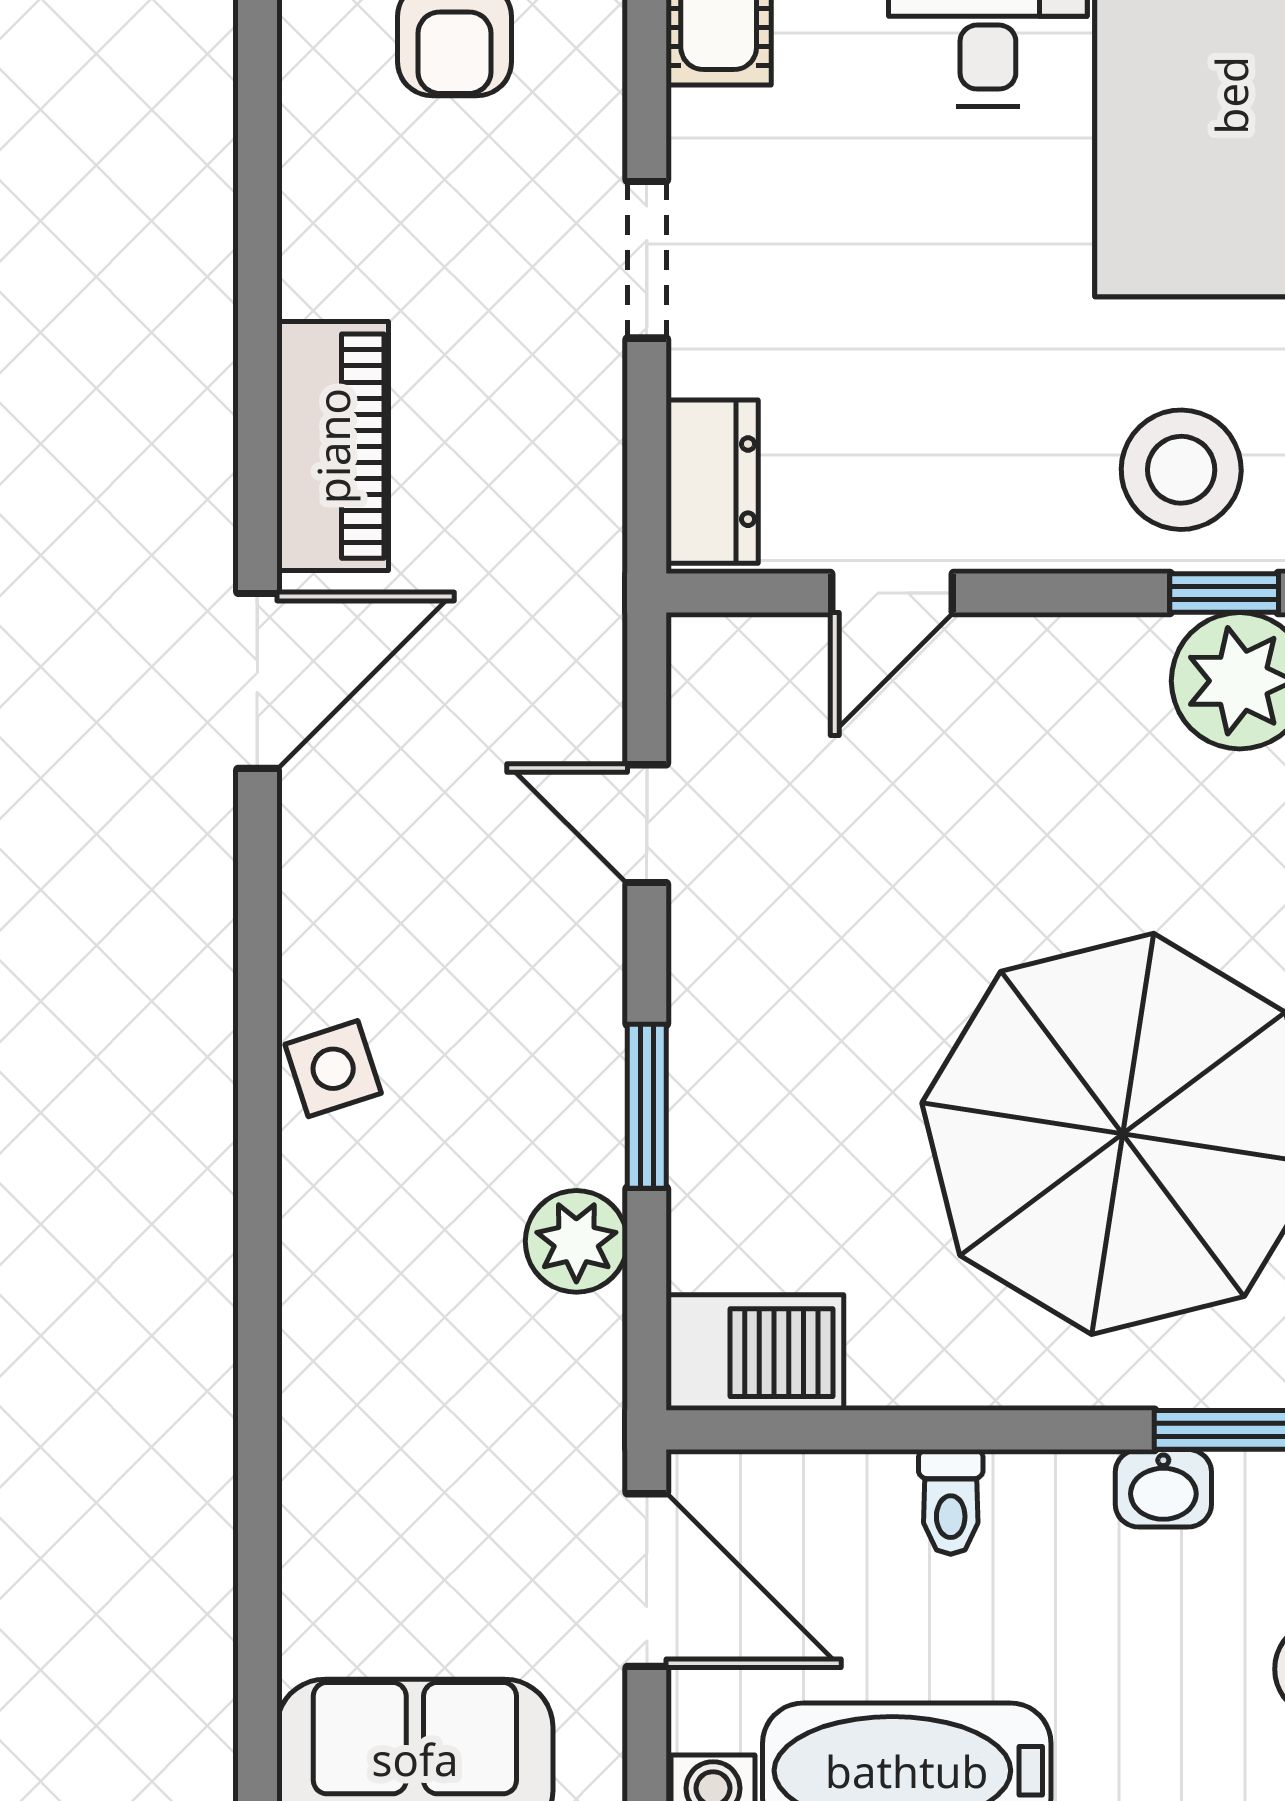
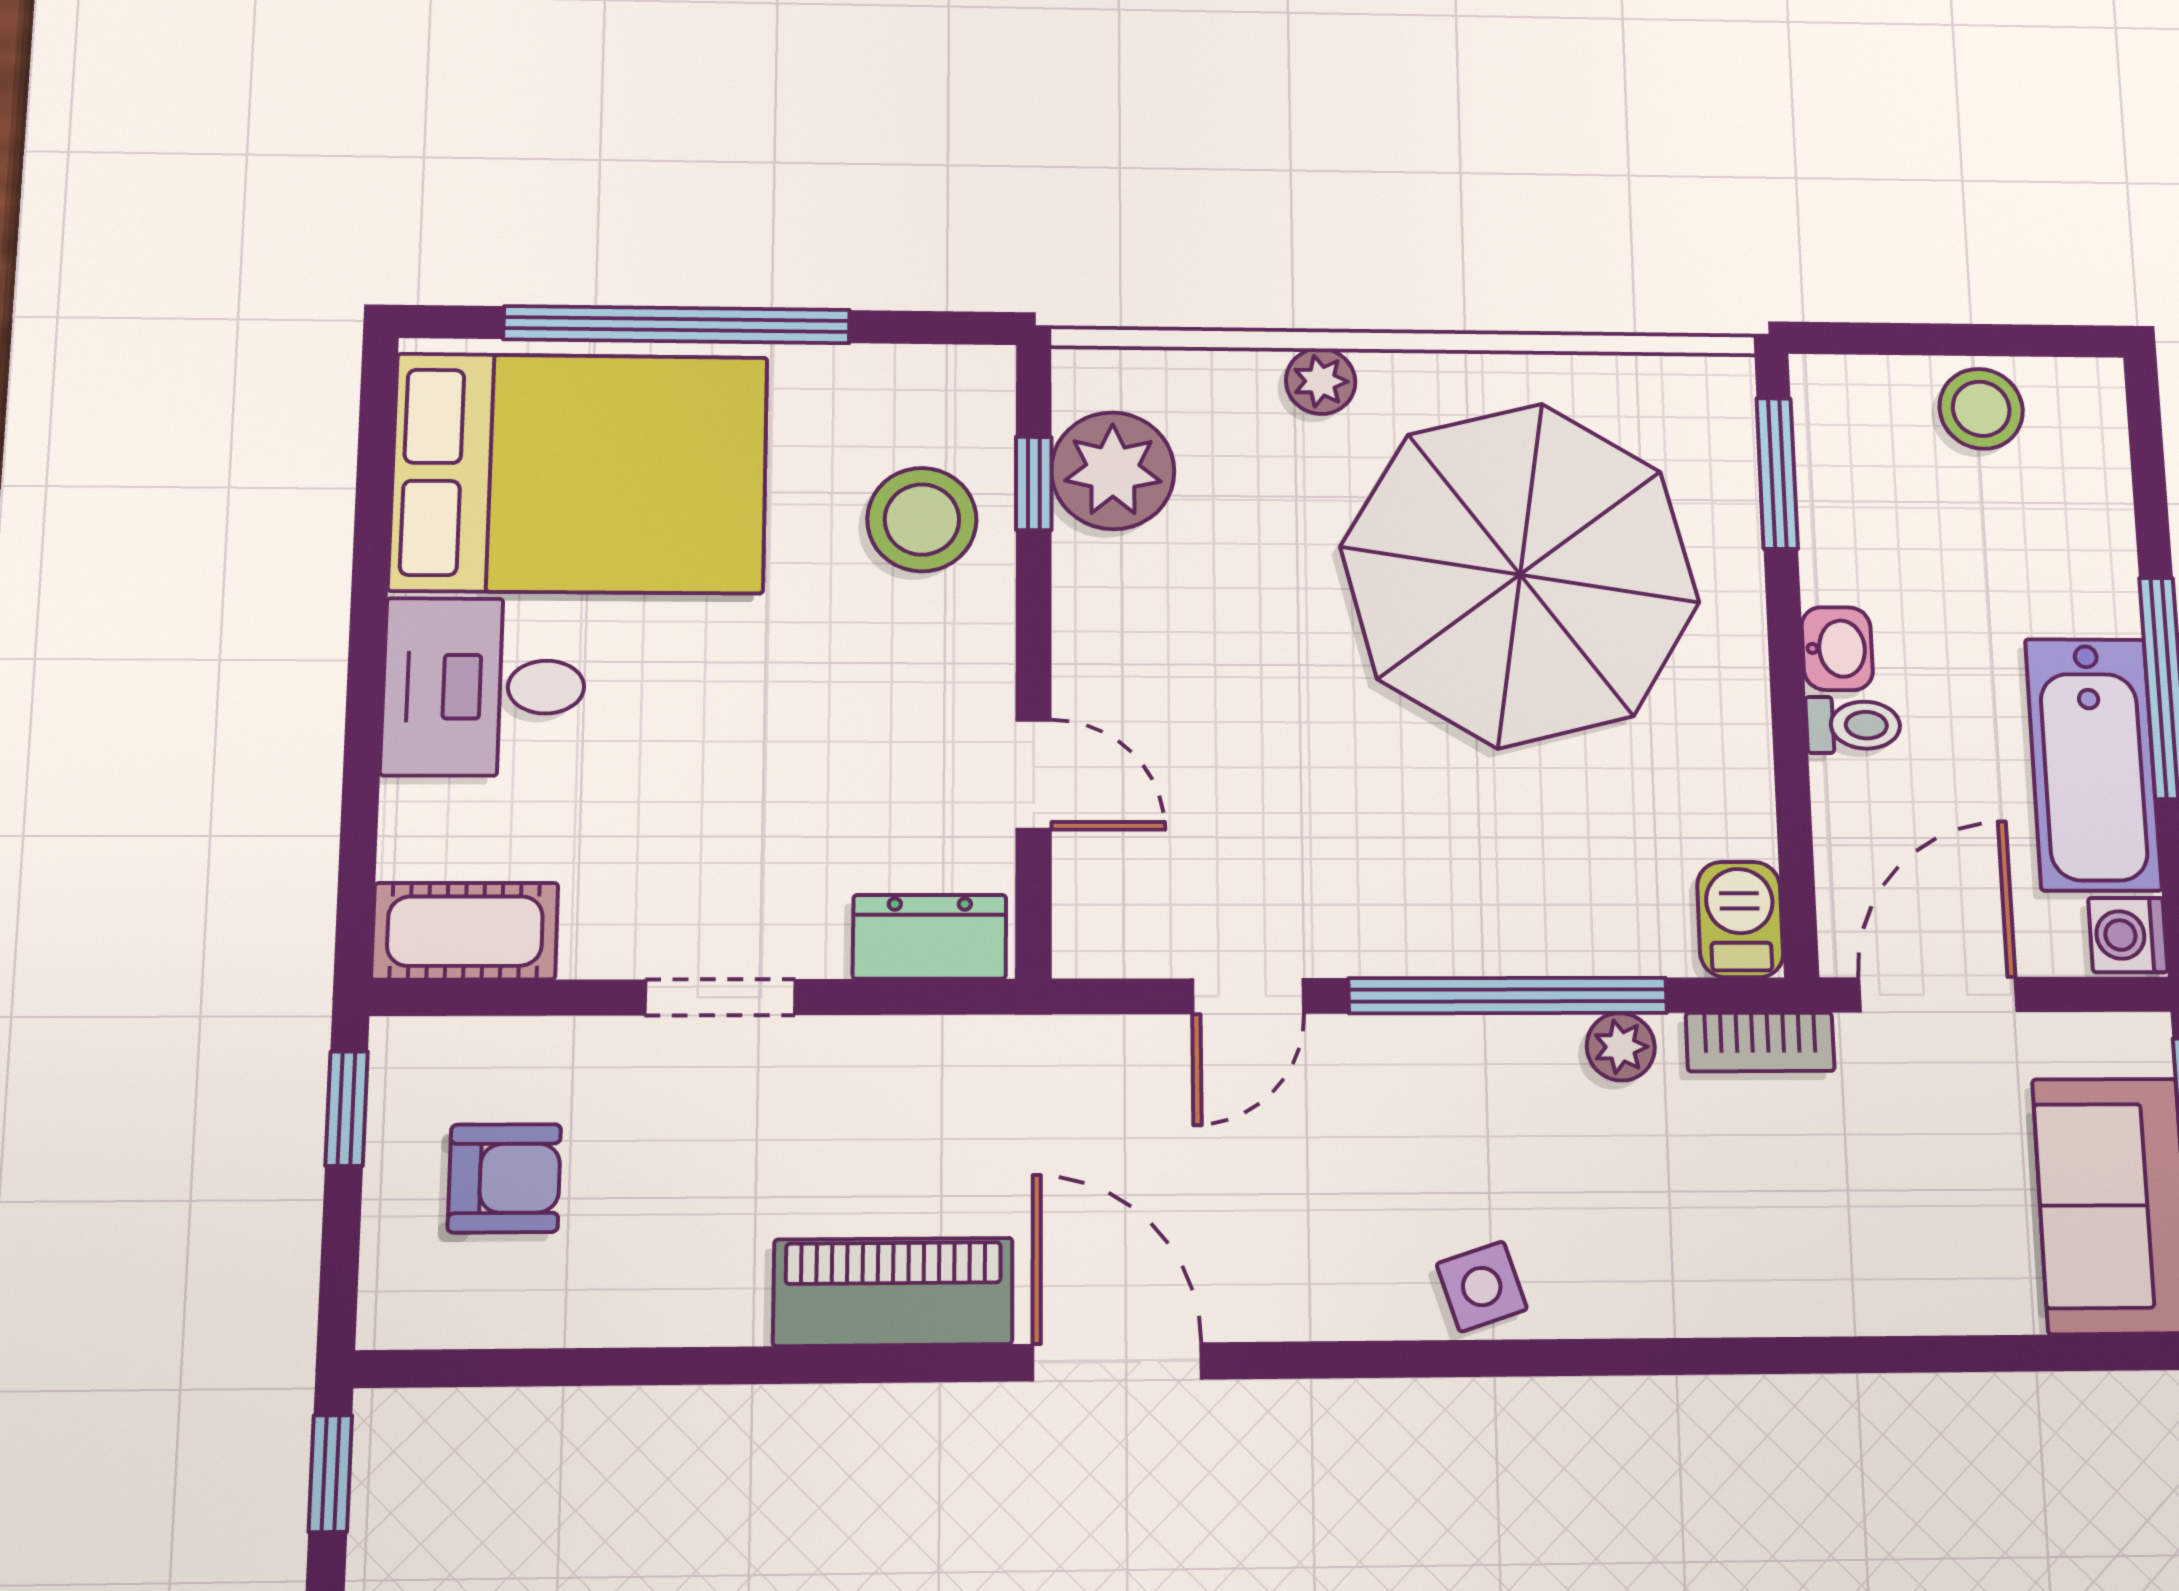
window: (647, 1106) -> (1508, 996), width x2.11
plant: (576, 1241) -> (1621, 1047), width x0.73, depth x0.73
barbecue: (755, 1353) -> (1740, 920), width x0.73, depth x0.79
bookcase: (595, 1381) -> (1760, 1042), added
washbasin: (1163, 1488) -> (1837, 649), moved

